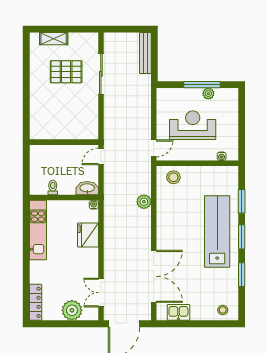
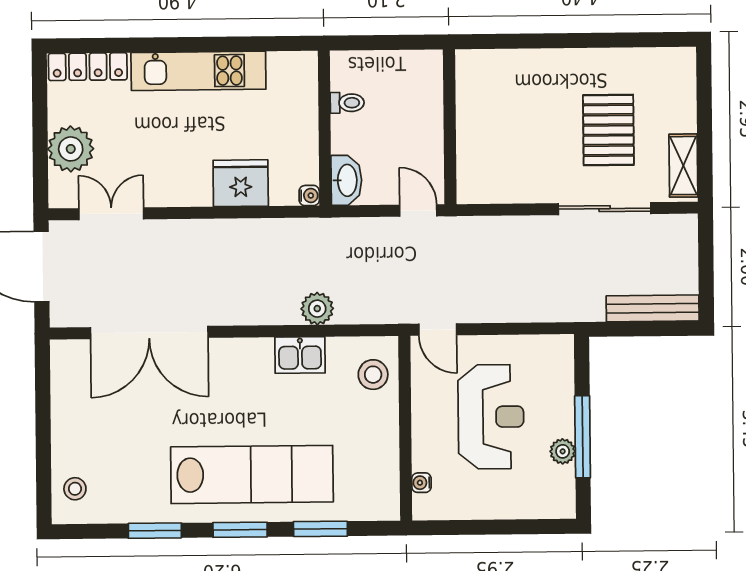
shelving: (54, 39) -> (683, 166), moved
kitchen unit: (38, 230) -> (198, 71), moved
kitchen sink: (178, 312) -> (300, 355), moved, turned 90

